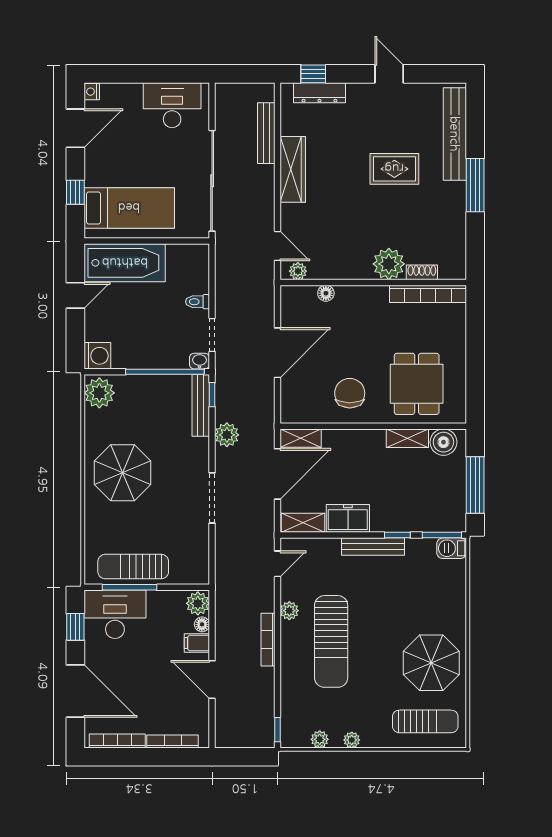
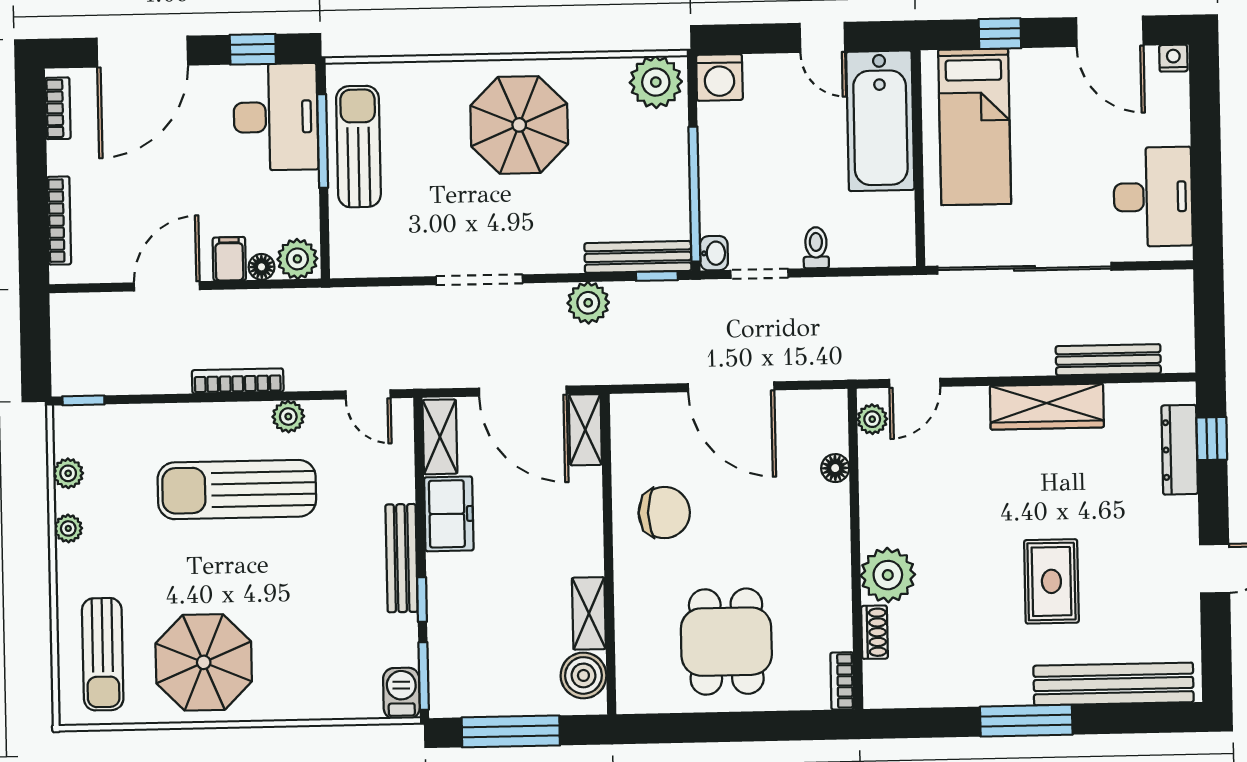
bookcase: (428, 294) -> (842, 681), width x0.43, depth x0.76
dining table: (417, 384) -> (726, 642), moved, turned 90
bookcase: (117, 741) -> (58, 108), width x0.64

